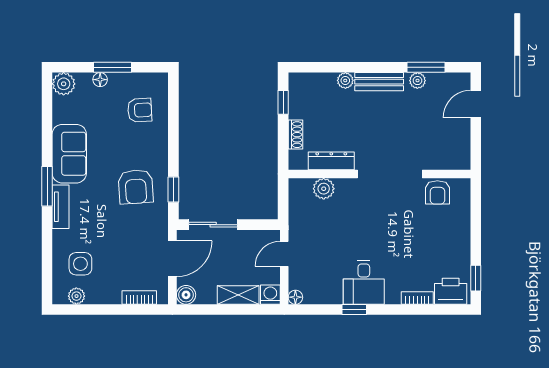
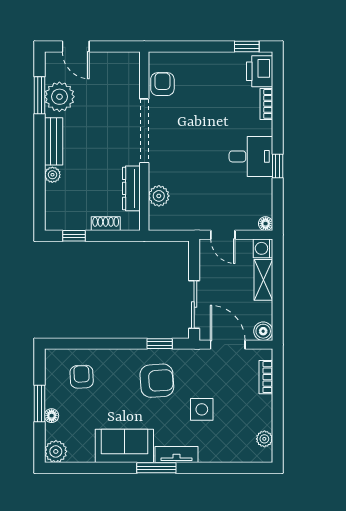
plant: (417, 81) -> (59, 97), width x1.88, depth x1.88
armchair: (437, 192) -> (162, 84), turned -90
side table: (80, 264) -> (202, 409), moved

